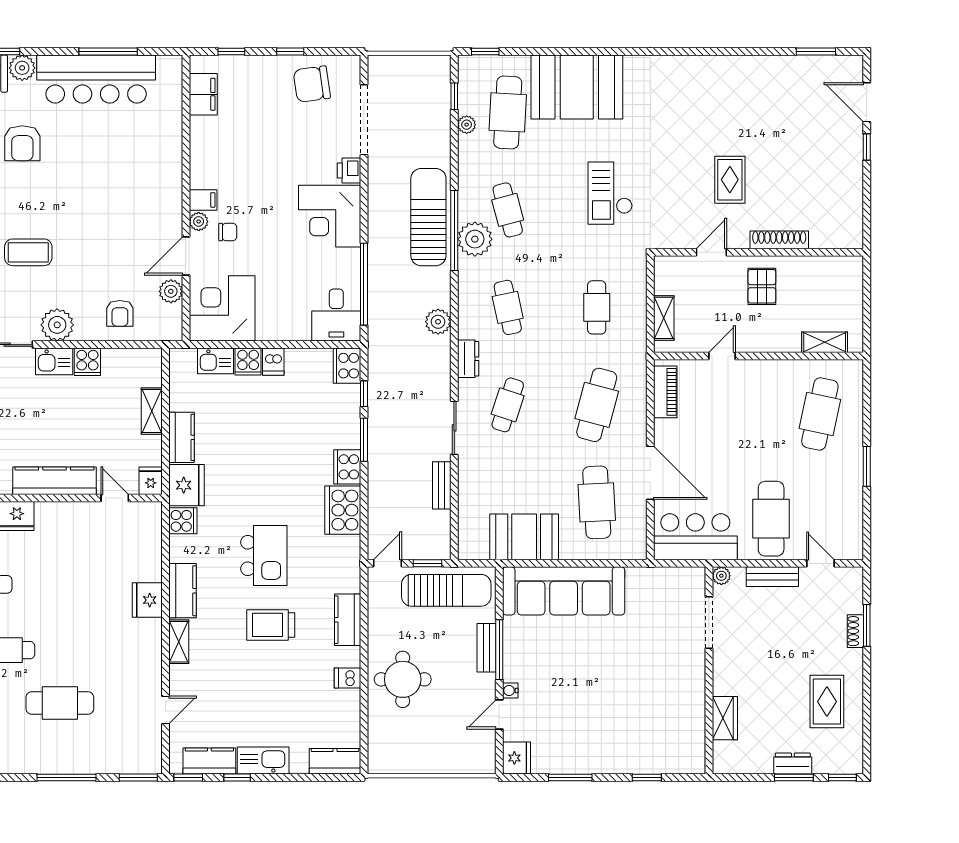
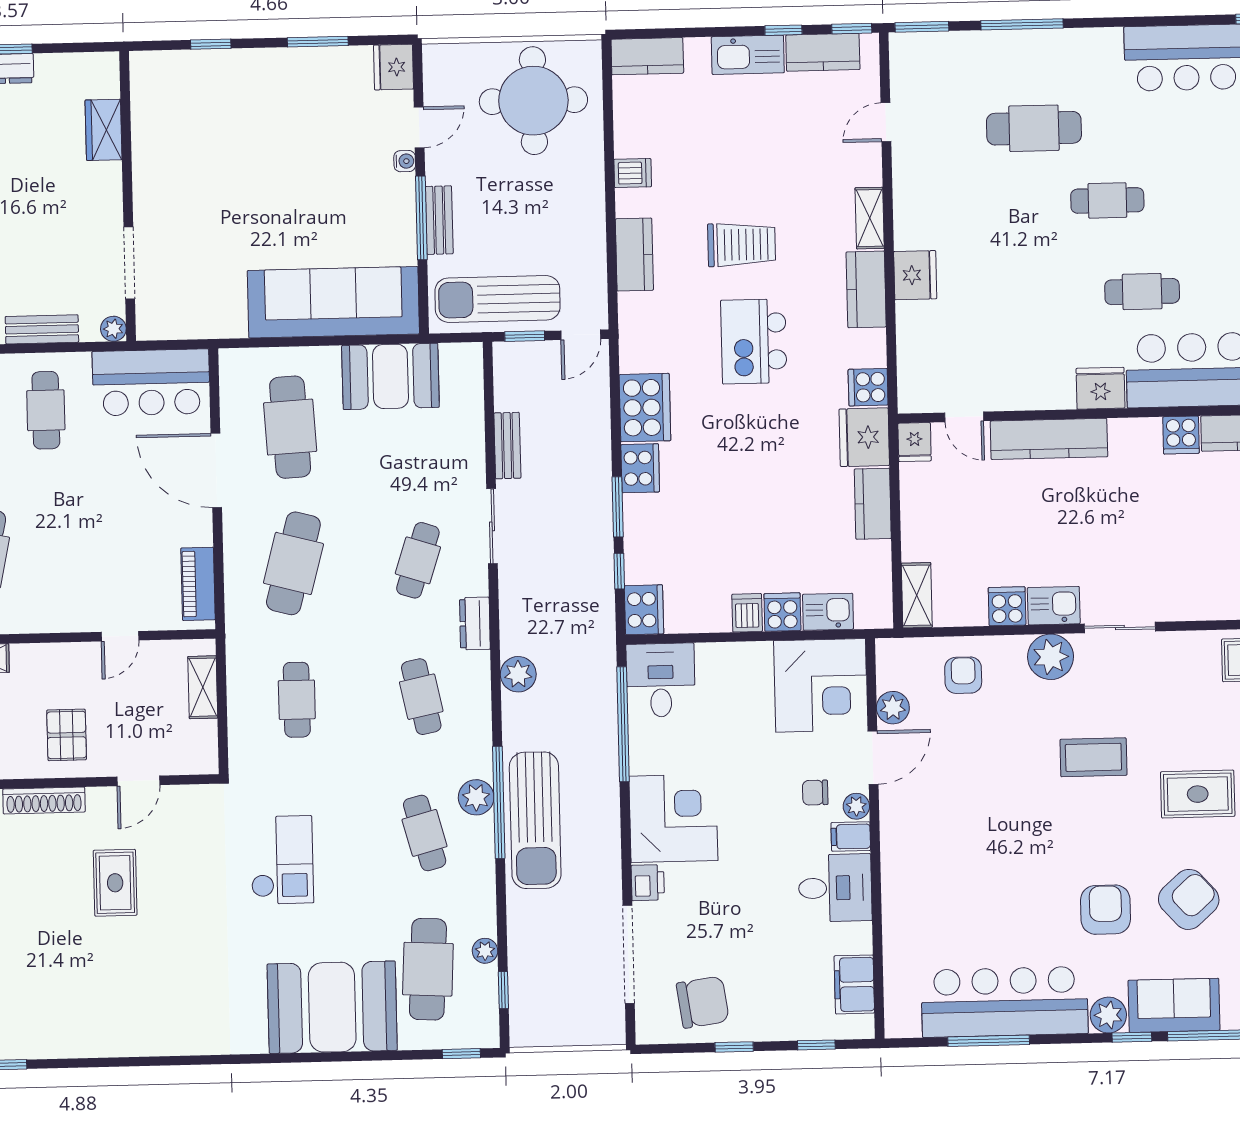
desk: (215, 163) -> (835, 888), added
plant: (475, 239) -> (476, 797), width x0.73, depth x0.73
shelving: (152, 411) -> (917, 595), moved
cafe table: (771, 519) -> (46, 410), width x0.73, depth x0.74
round table: (403, 679) -> (533, 101), moved, width x1.36, depth x1.36

